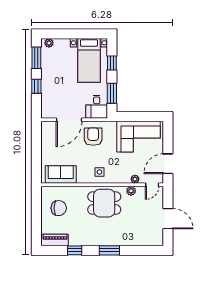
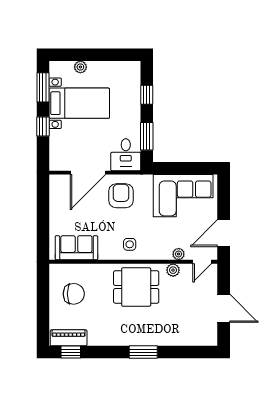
plant: (49, 43) -> (80, 67), moved
bed with nightstands: (89, 60) -> (79, 103), moved, turned -90
window: (75, 250) -> (71, 352), moved

